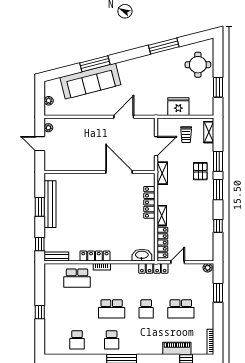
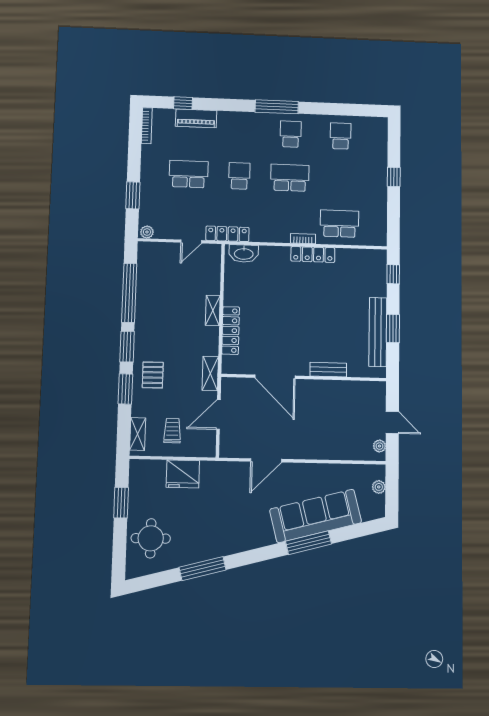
window: (218, 226) -> (129, 293), width x3.17
locker: (162, 242) -> (213, 271), removed
bench: (56, 256) -> (328, 370), moved

